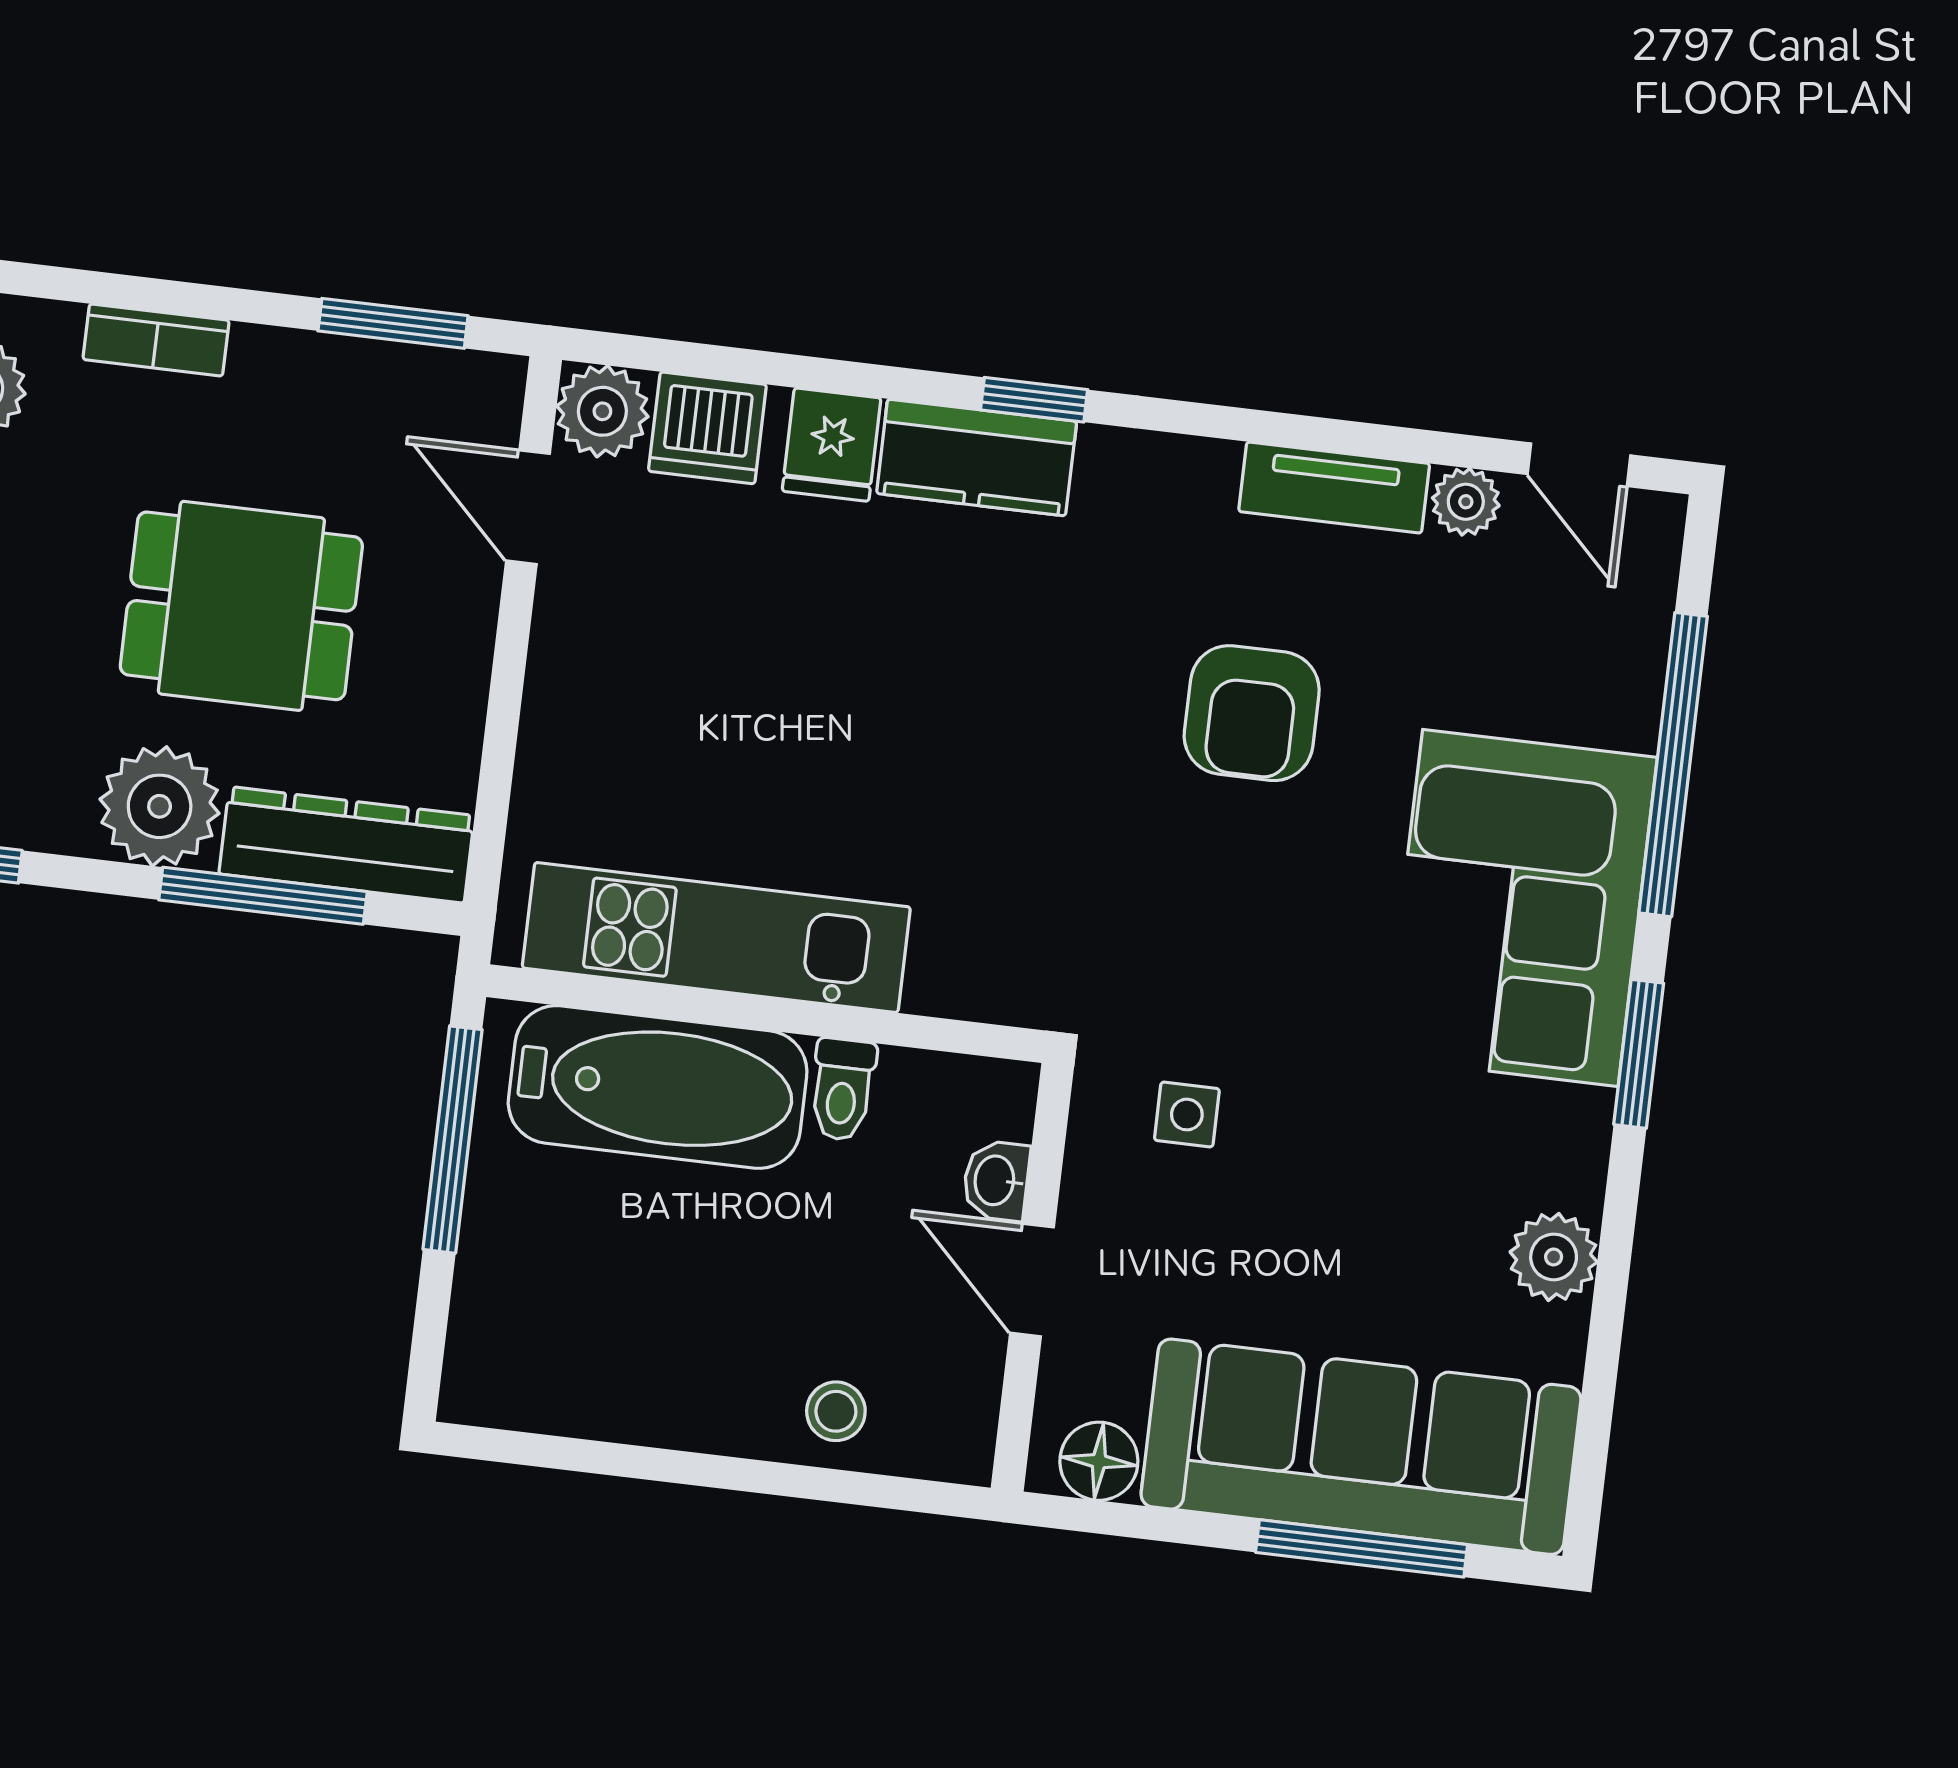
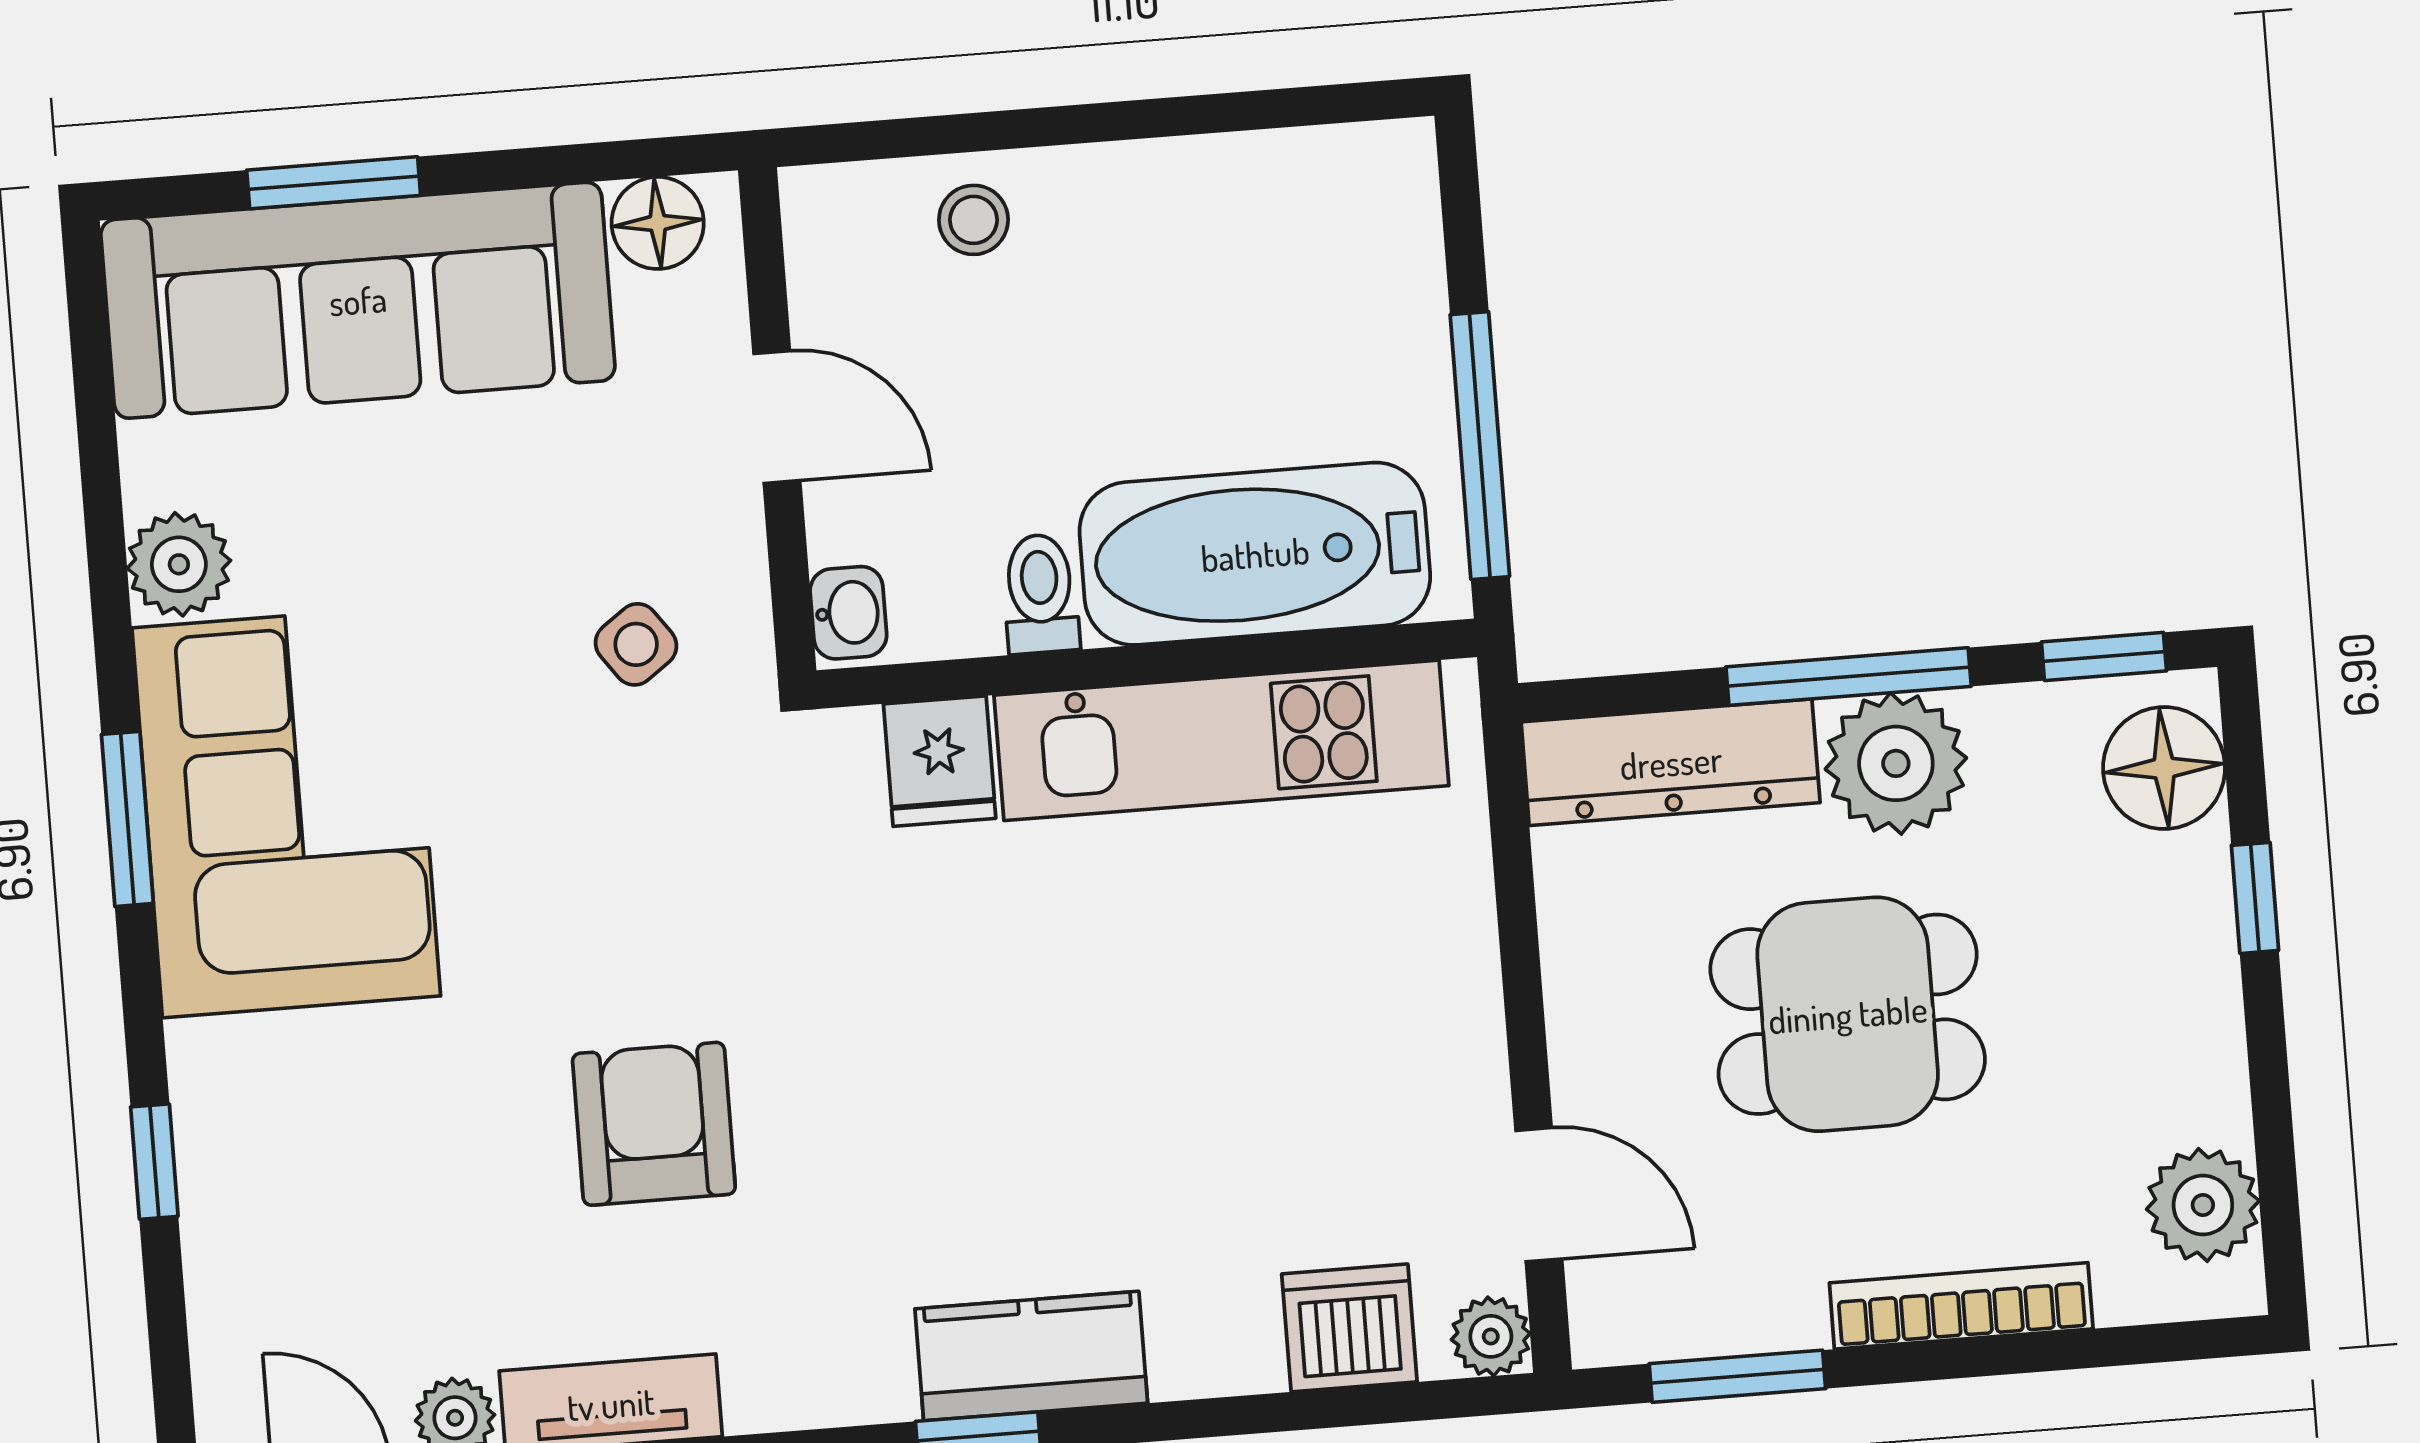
bookcase: (156, 340) -> (1961, 1306), width x1.56
plant: (602, 411) -> (1491, 1336), width x0.73, depth x0.73
fridge: (832, 445) -> (940, 761), moved, turned 180
window: (1673, 765) -> (154, 1162), width x0.32
window: (263, 896) -> (1849, 677), moved
corner sofa: (1520, 908) -> (286, 812), moved
side table: (1187, 1115) -> (636, 644), turned -36
washbasin: (996, 1181) -> (848, 613), moved
window: (1362, 1548) -> (334, 183), width x0.69

